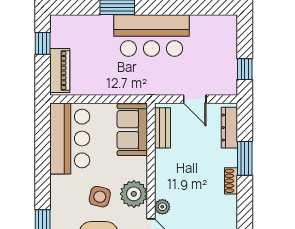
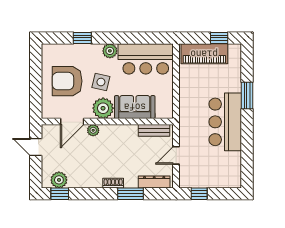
piano: (60, 70) -> (204, 54), width x1.37, depth x1.33
sofa: (132, 130) -> (135, 107), moved
plant: (59, 185) -> (110, 51), added

